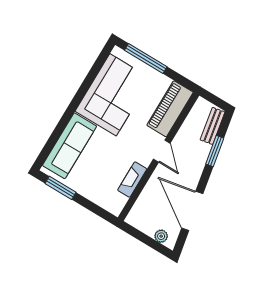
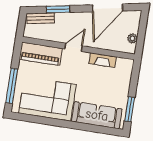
plant: (161, 236) -> (132, 38), moved

